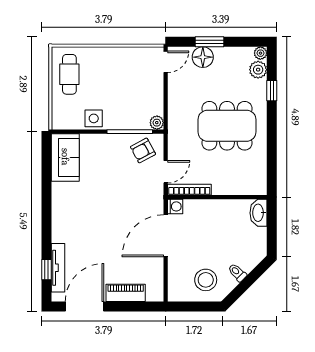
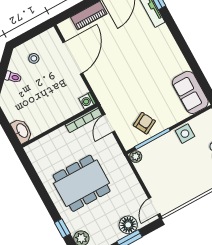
armchair: (143, 150) -> (144, 123), moved
door: (166, 236) -> (73, 58), moved
stool: (206, 280) -> (34, 58), width x0.53, depth x0.53

